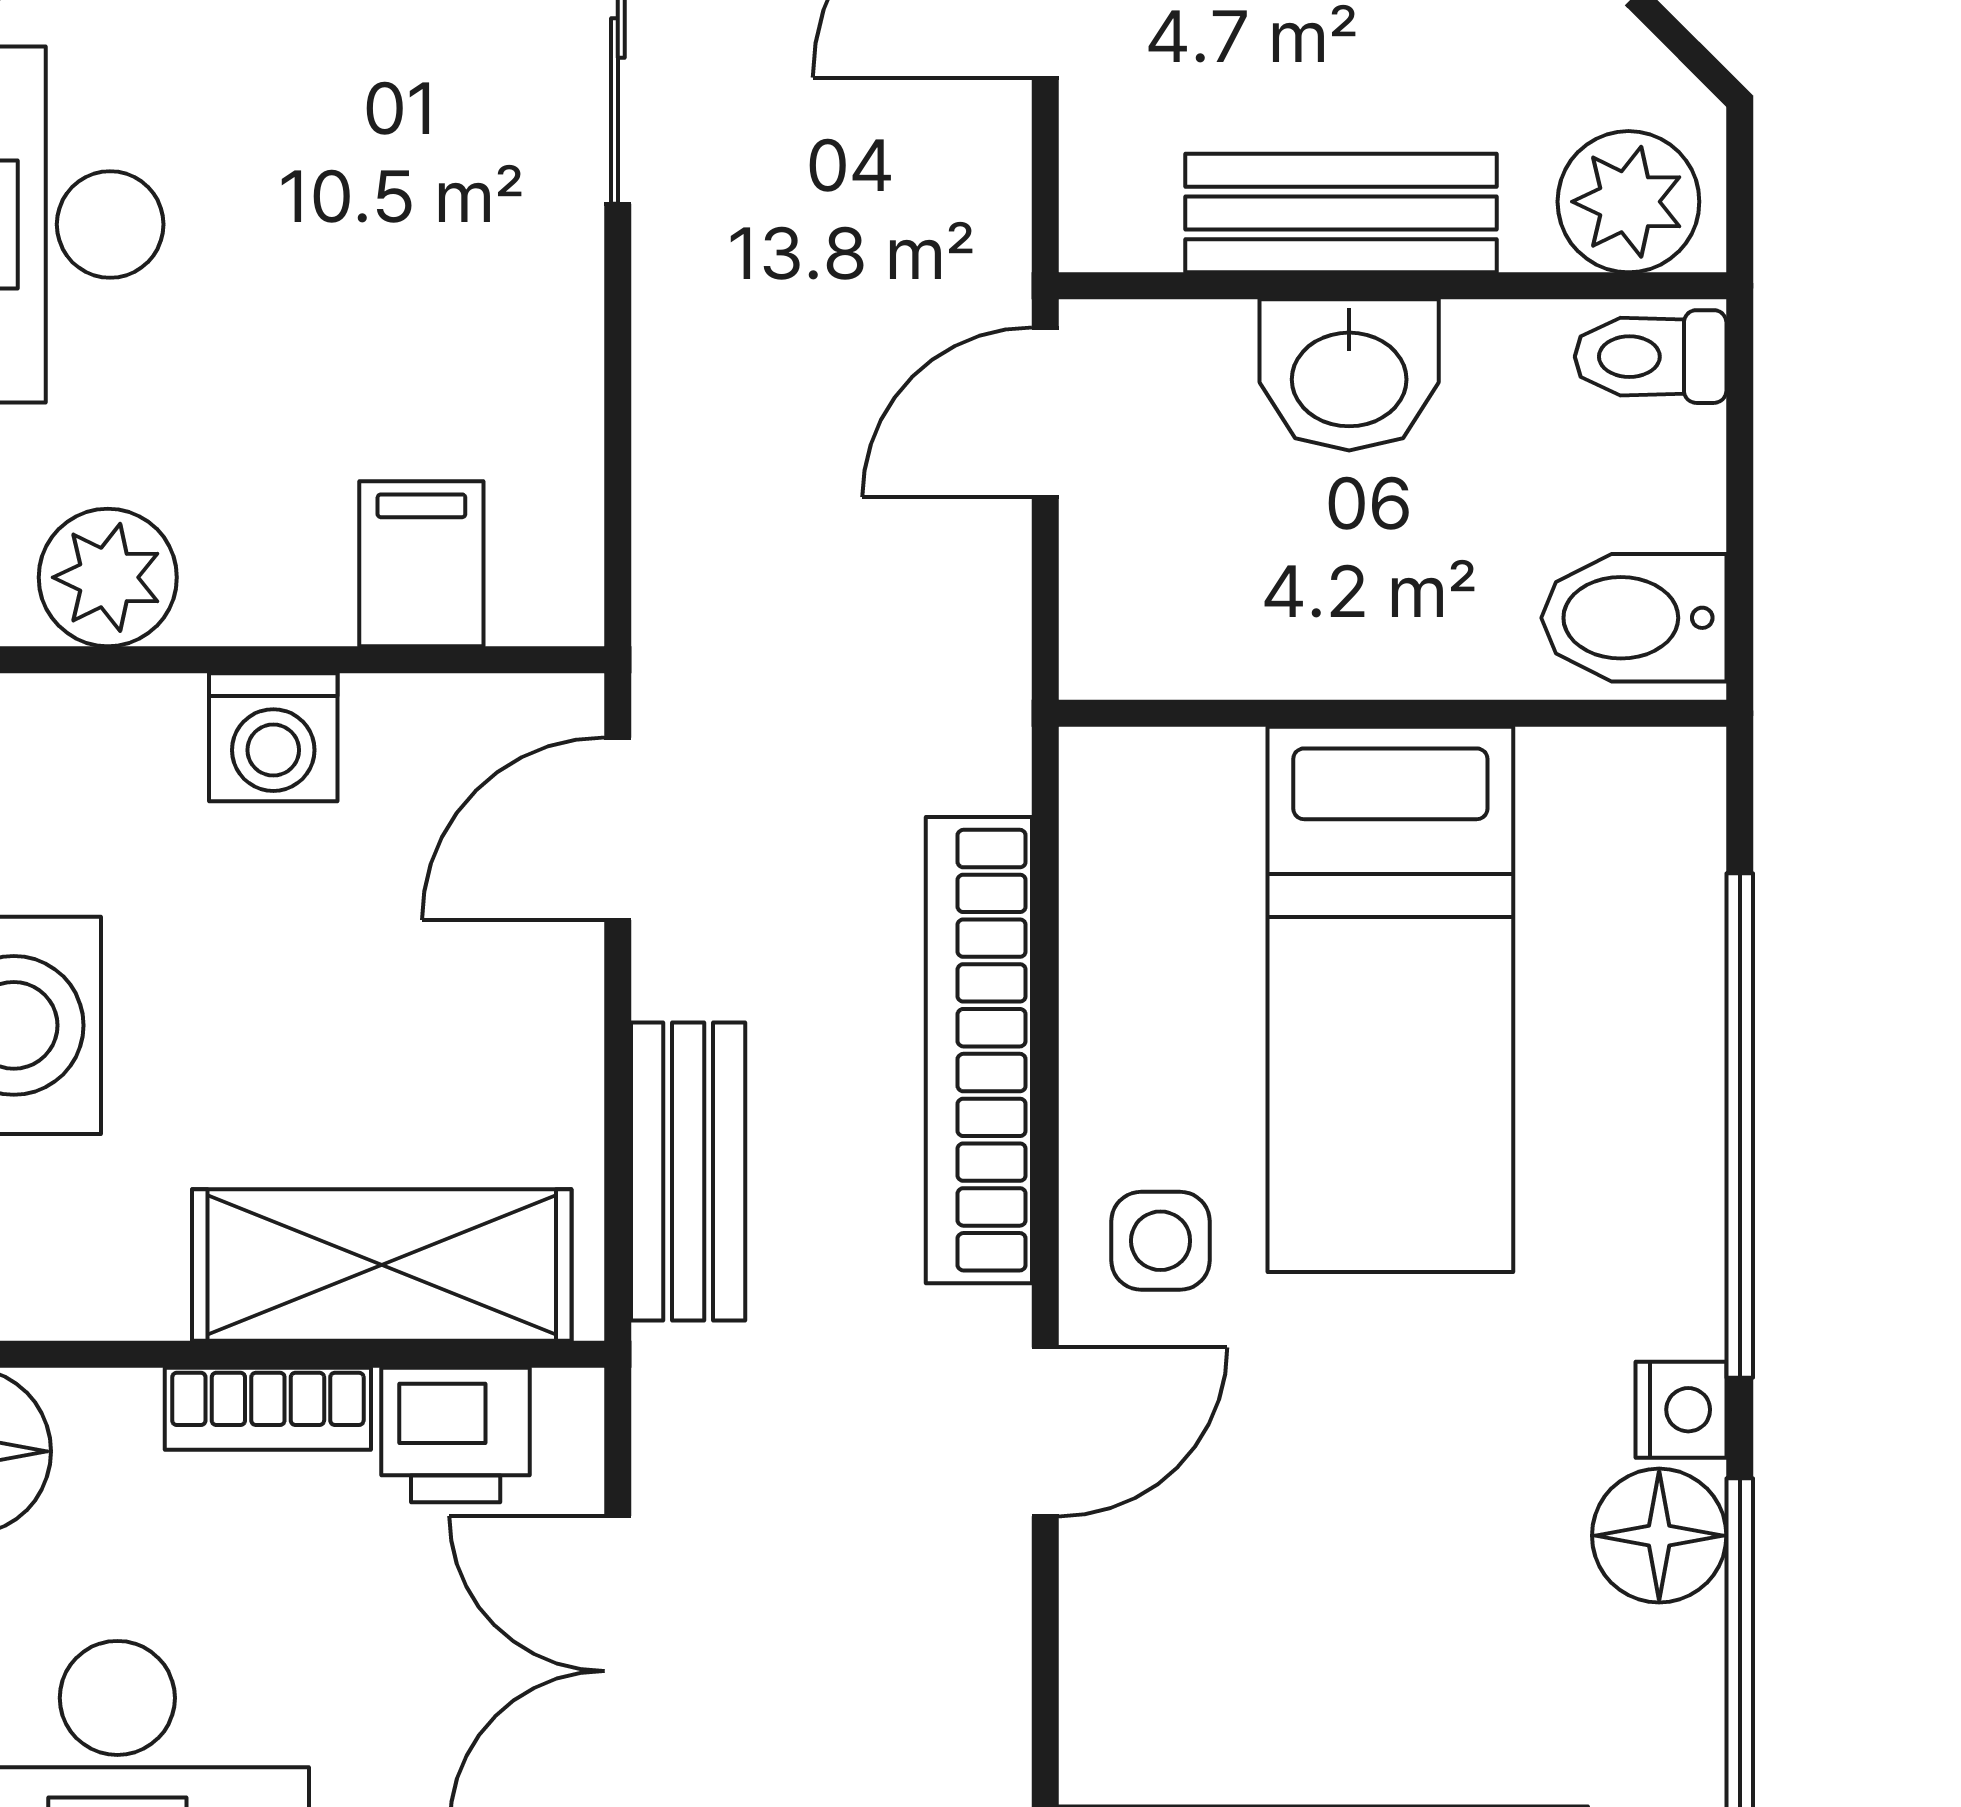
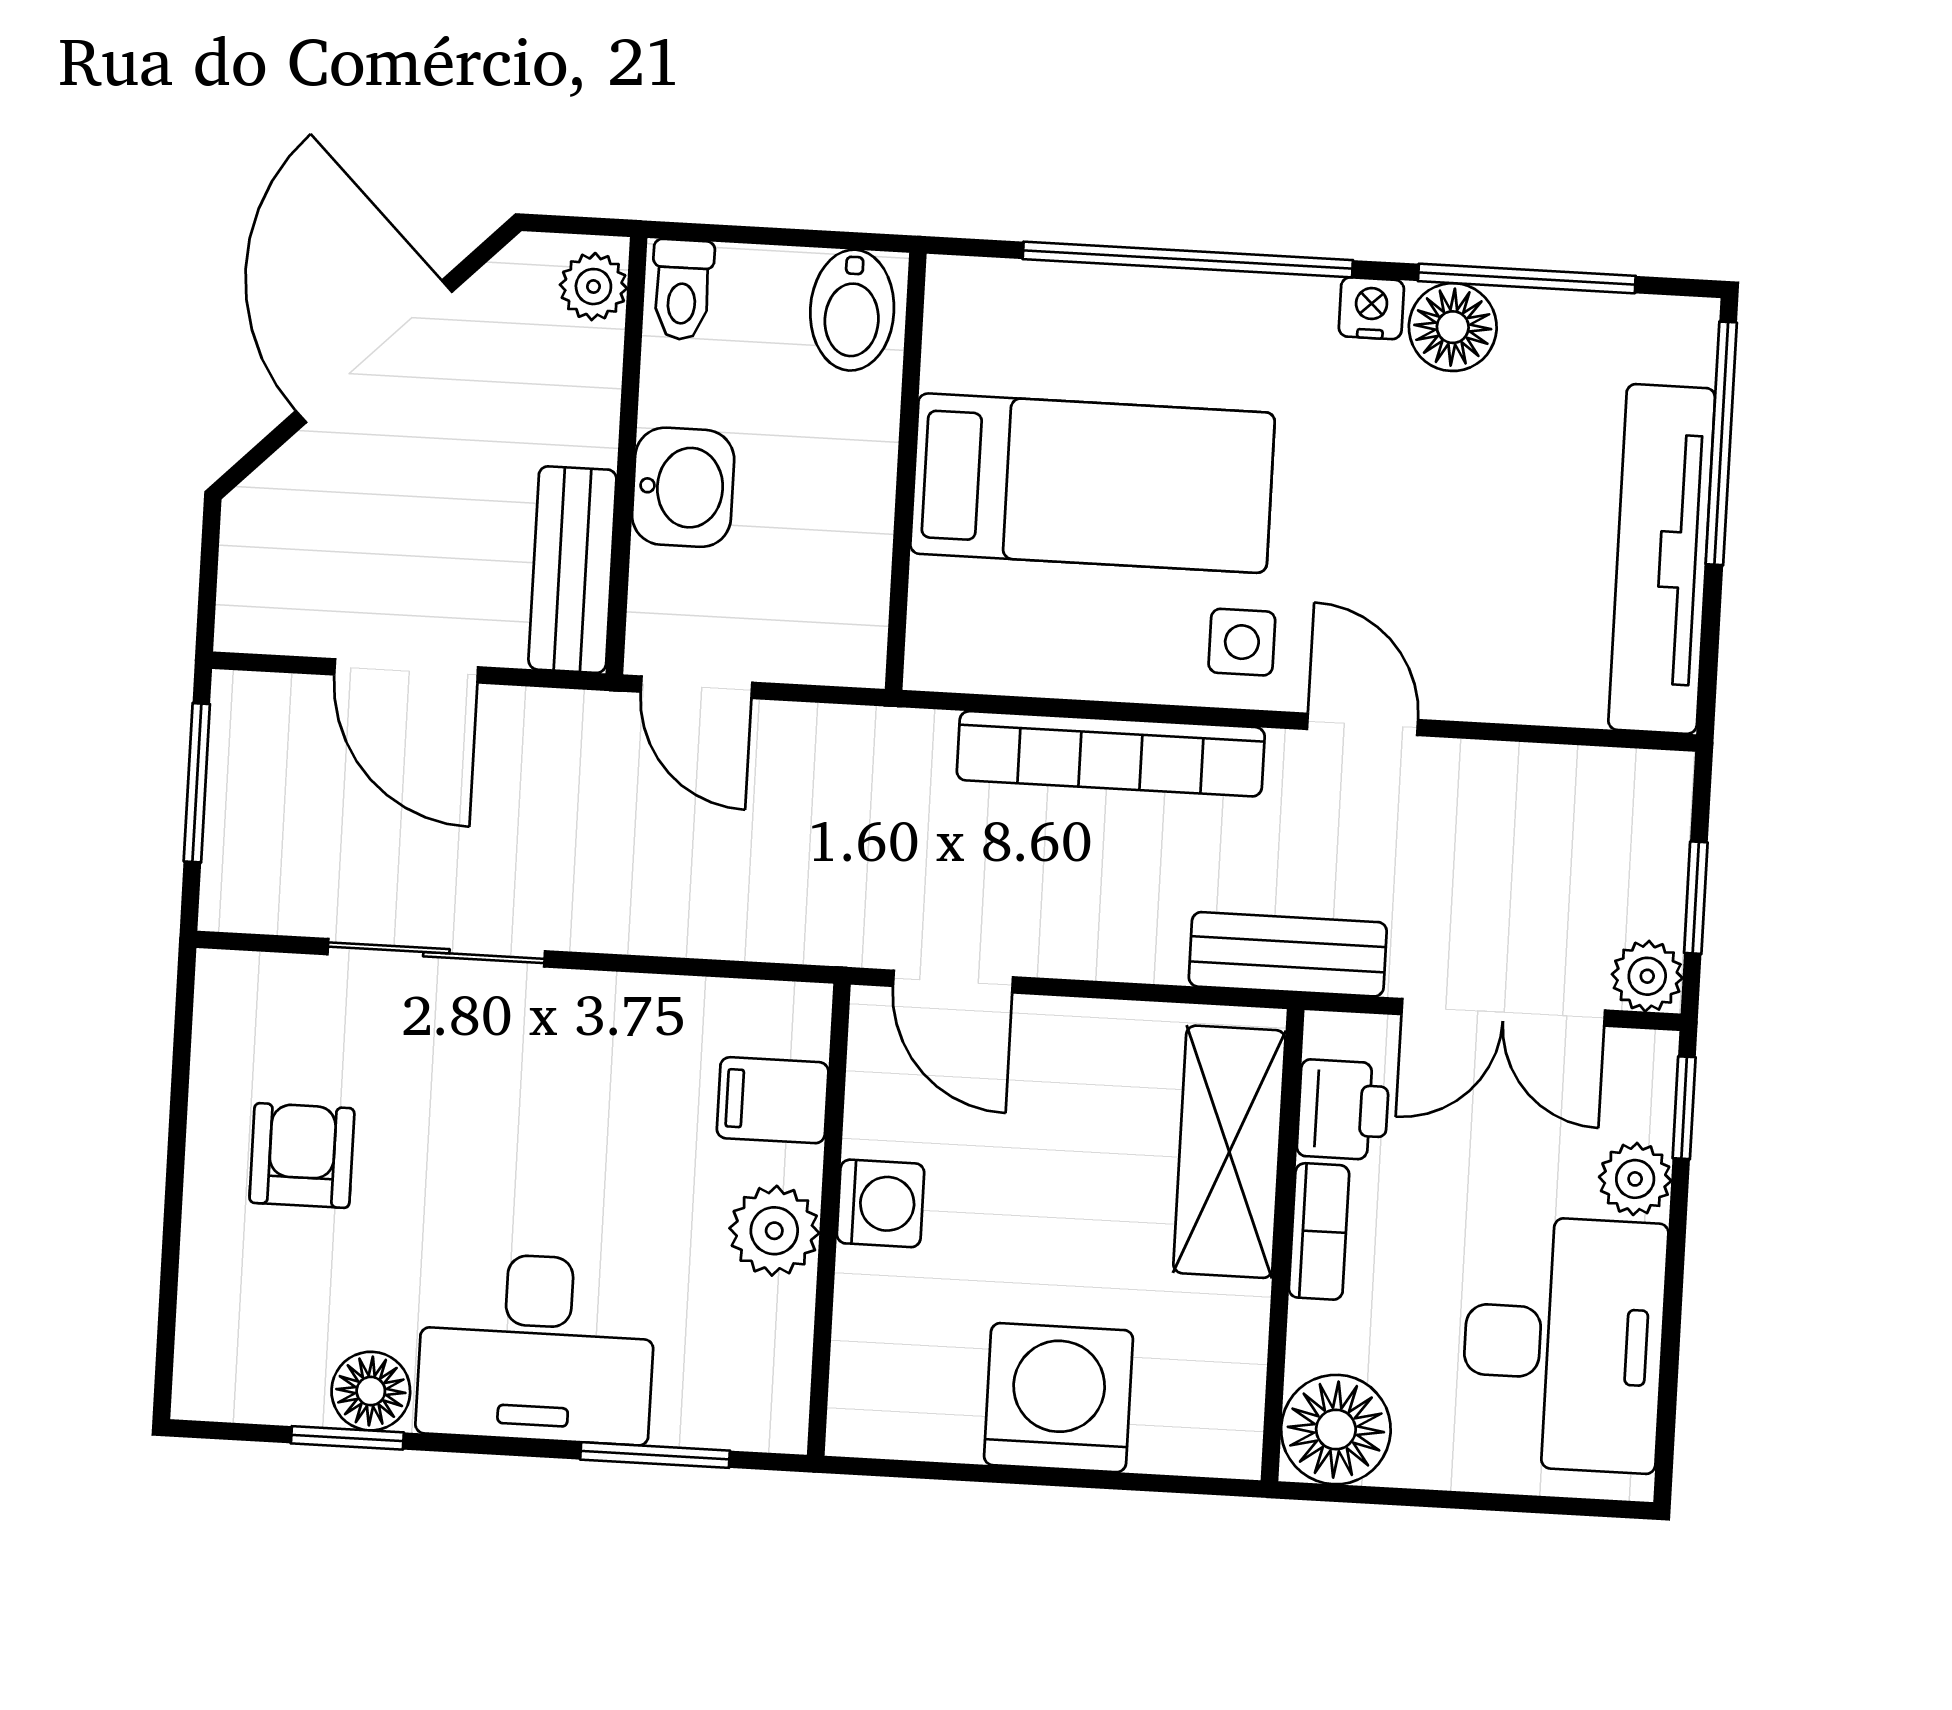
plant: (1628, 202) -> (593, 287), width x0.73, depth x0.73
bench: (1341, 213) -> (572, 570), moved
plant: (108, 577) -> (774, 1231), moved
bench: (688, 1171) -> (1288, 954), moved

